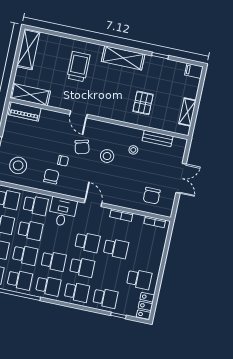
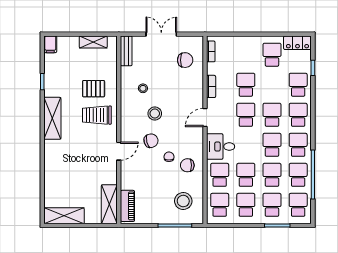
trolley: (79, 67) -> (97, 115), moved
bench: (158, 138) -> (126, 51), moved

